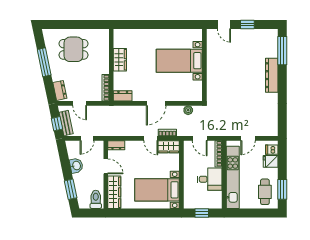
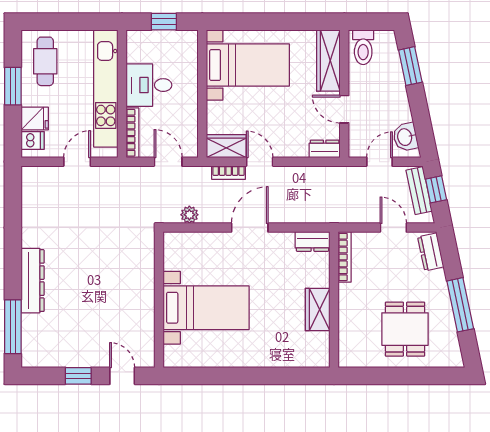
dining table: (73, 49) -> (405, 329), turned 90
washbasin: (76, 166) -> (405, 137), moved
window: (282, 189) -> (13, 86), moved

